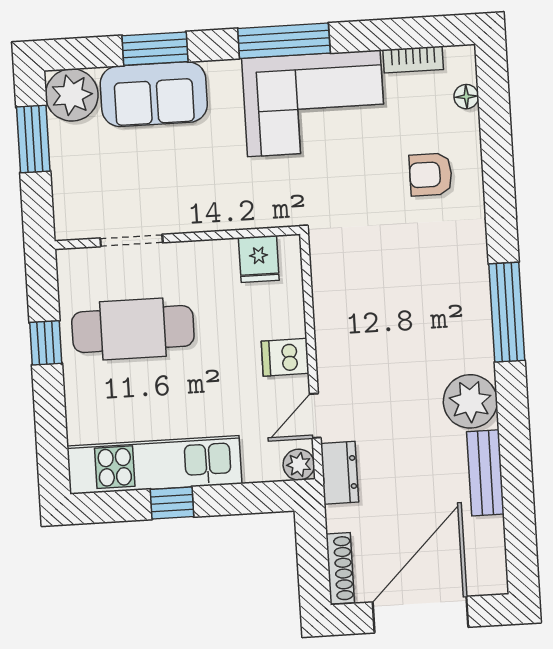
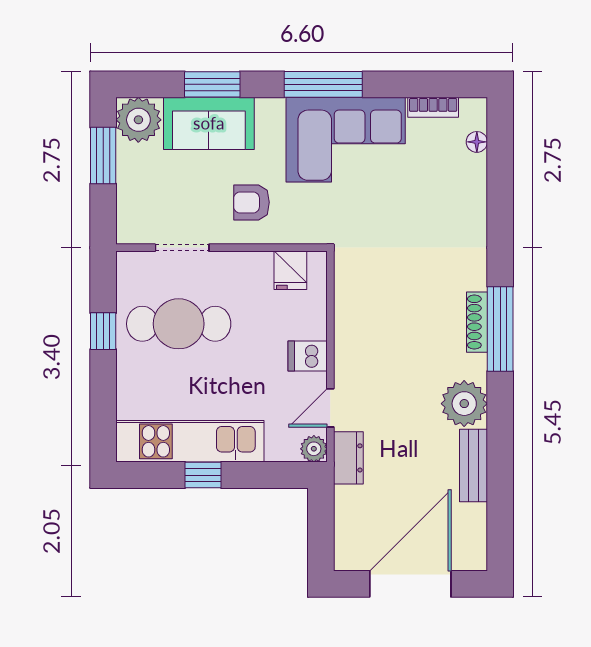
armchair: (431, 174) -> (251, 202), moved
shoe rack: (340, 568) -> (477, 322), moved, turned 180

